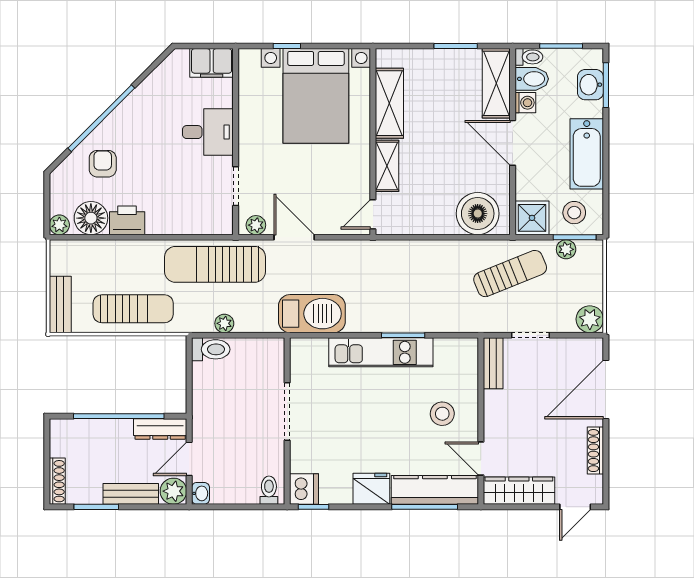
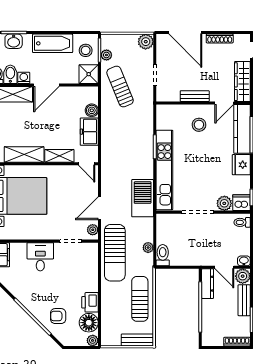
boiler: (478, 214) -> (92, 110), width x0.54, depth x0.54
freezer: (430, 219) -> (89, 132), added
kitchen unit: (381, 352) -> (164, 170), width x1.36
bench: (493, 363) -> (195, 96), moved
plant: (303, 459) -> (224, 203), added

